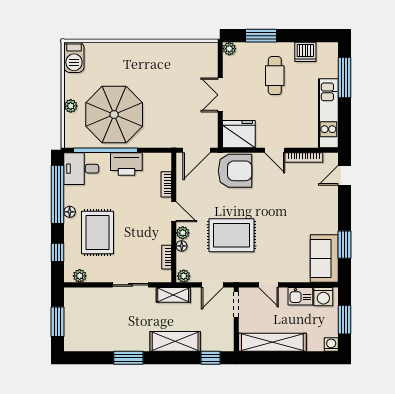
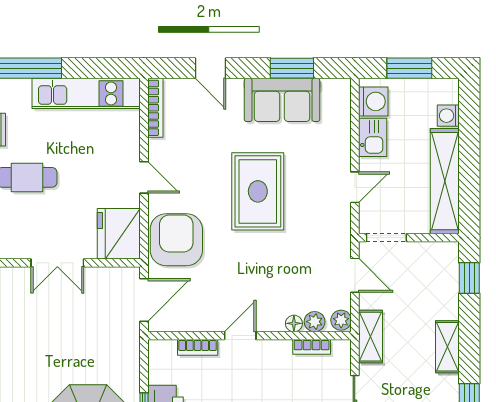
door: (197, 150) -> (144, 300), hinge flipped
door: (275, 150) -> (144, 177), hinge flipped
bookcase: (304, 157) -> (155, 108), moved
door: (345, 175) -> (210, 68), moved
plant: (183, 233) -> (315, 322), moved
rug: (232, 235) -> (258, 191), moved
sofa: (324, 259) -> (282, 100), moved
shelving: (175, 341) -> (447, 347), width x0.67, depth x0.75
washing machine: (331, 344) -> (448, 116), moved

